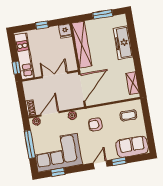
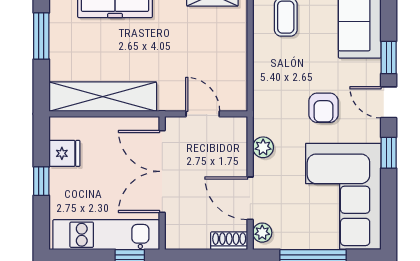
fridge: (65, 31) -> (64, 153), moved
double door: (55, 75) -> (162, 171), width x1.37
door: (82, 88) -> (203, 114), width x0.53
armchair: (95, 124) -> (323, 108), moved
window: (58, 172) -> (389, 153), moved

